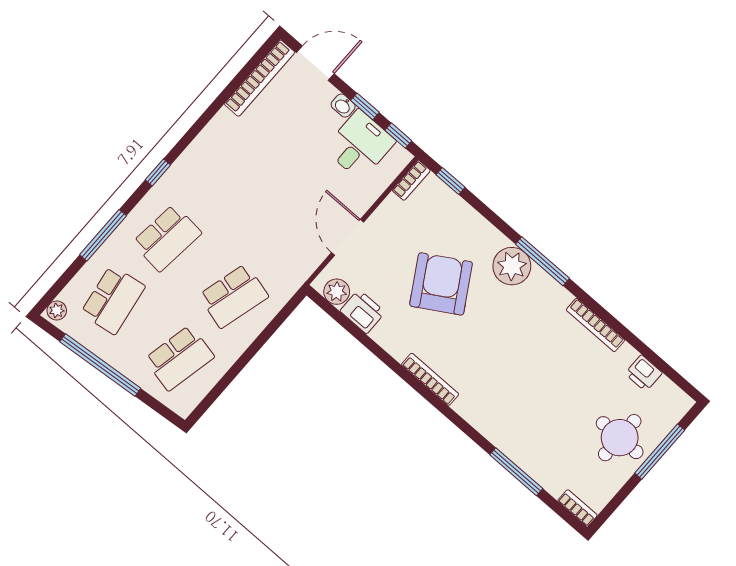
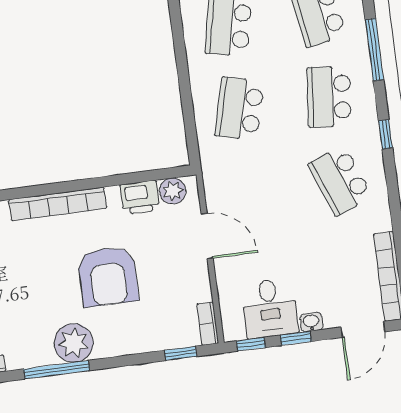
school desk: (221, 176) -> (340, 181), added
armchair: (441, 284) -> (108, 276), turned 31
bookcase: (430, 379) -> (58, 204), width x1.48, depth x1.31

